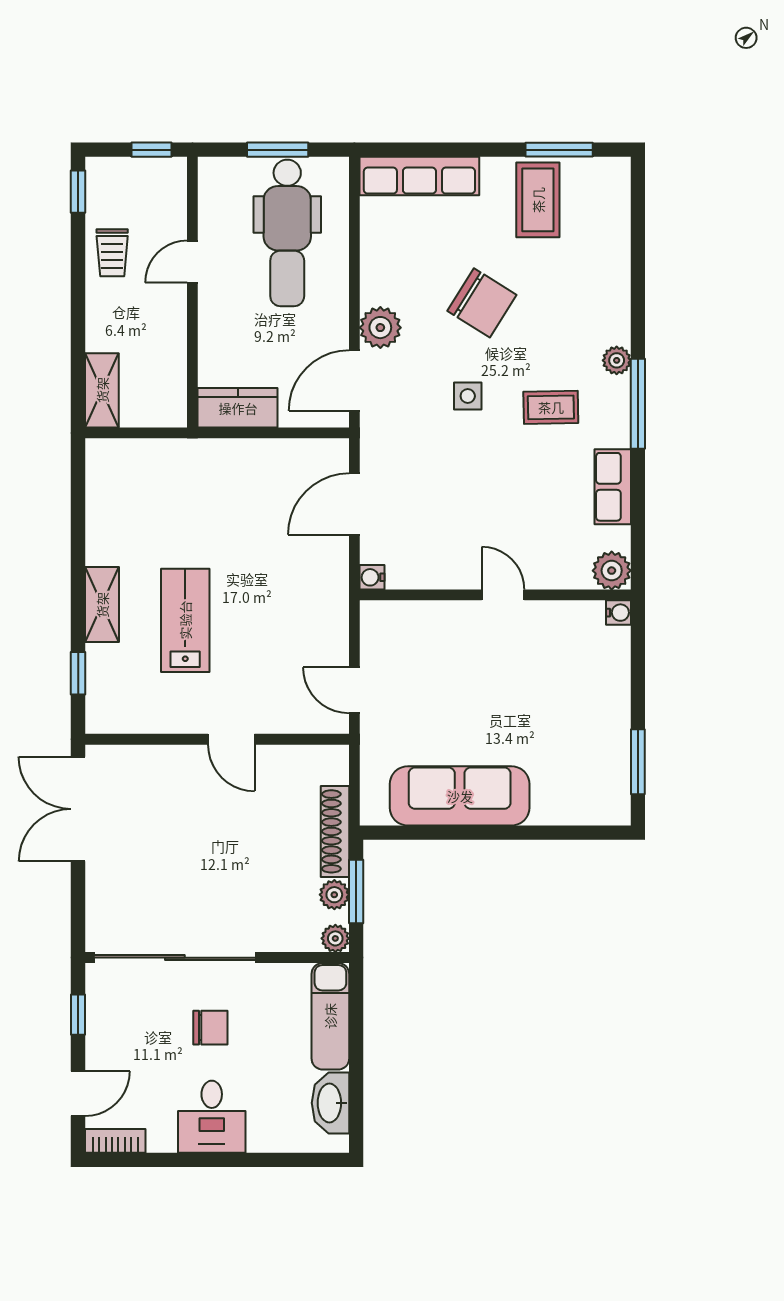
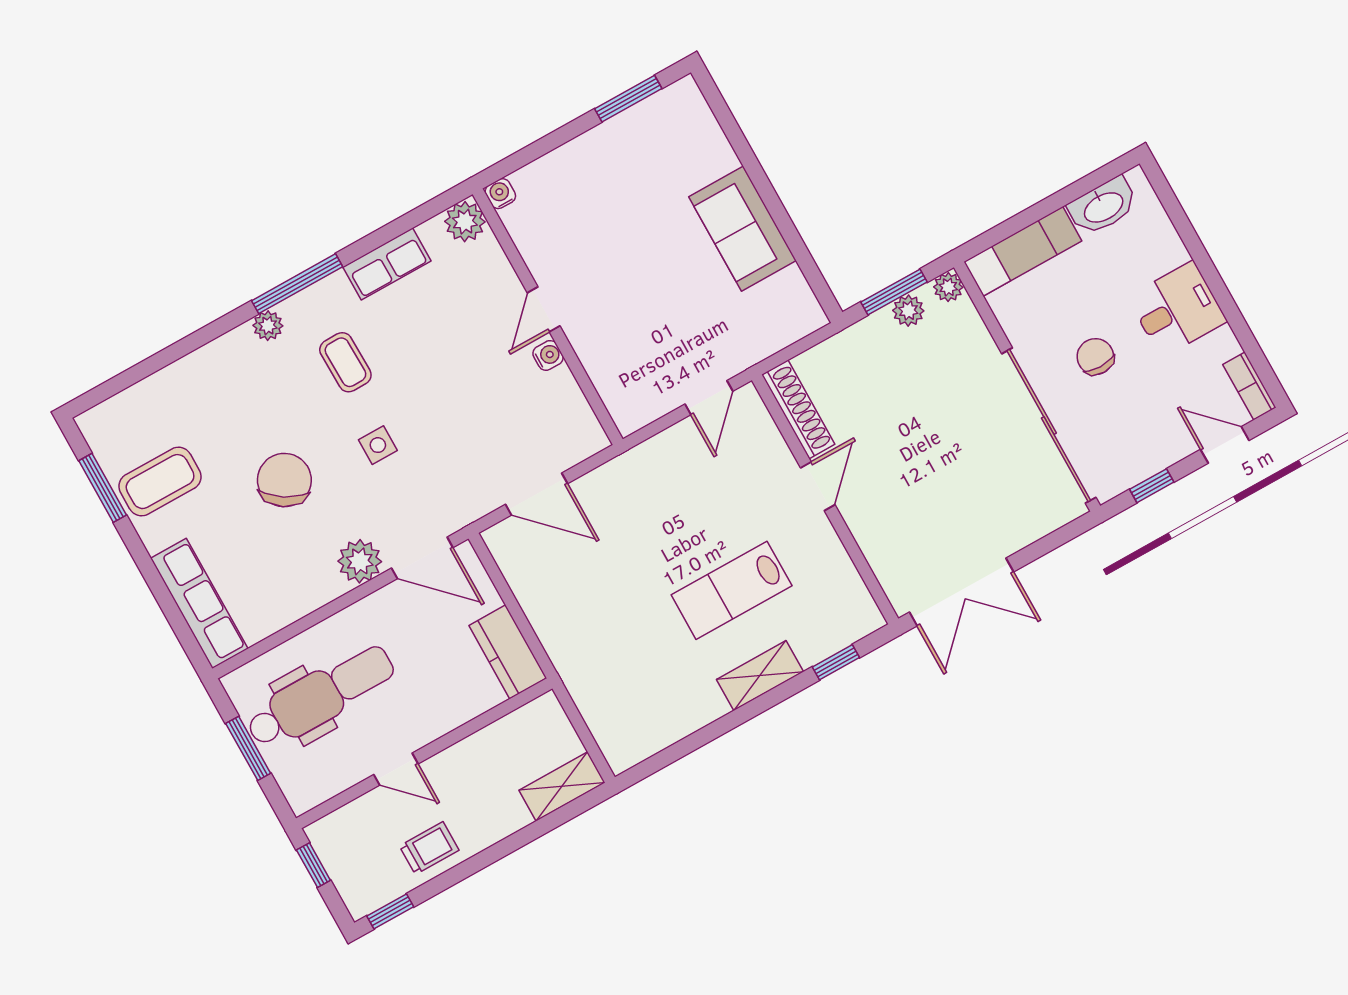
water cooler: (372, 577) -> (548, 355), moved, turned -90
sofa: (460, 796) -> (742, 229), width x0.73
shoe rack: (335, 831) -> (798, 409), moved, turned -90

